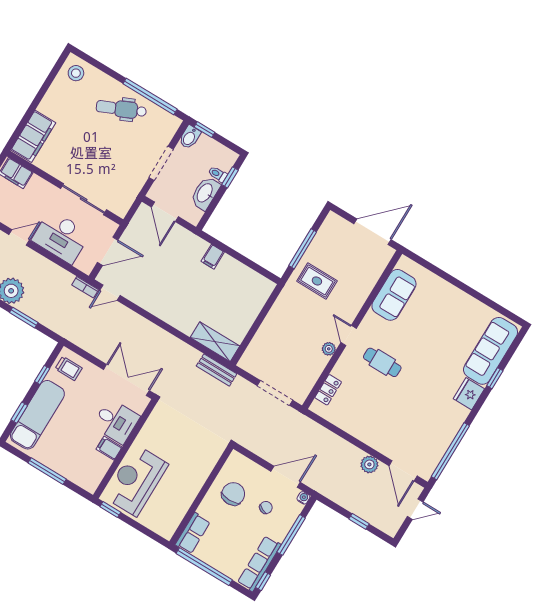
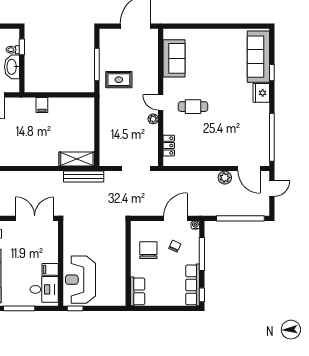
bench: (217, 370) -> (84, 177), width x1.36
desk: (116, 421) -> (44, 289), moved
window: (359, 521) -> (240, 218), width x3.17
window: (204, 567) -> (158, 308), removed

